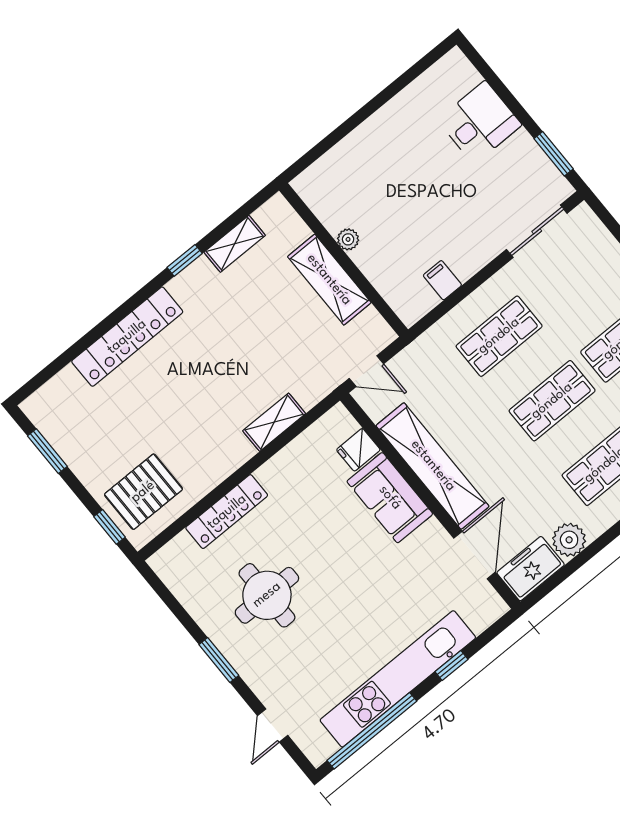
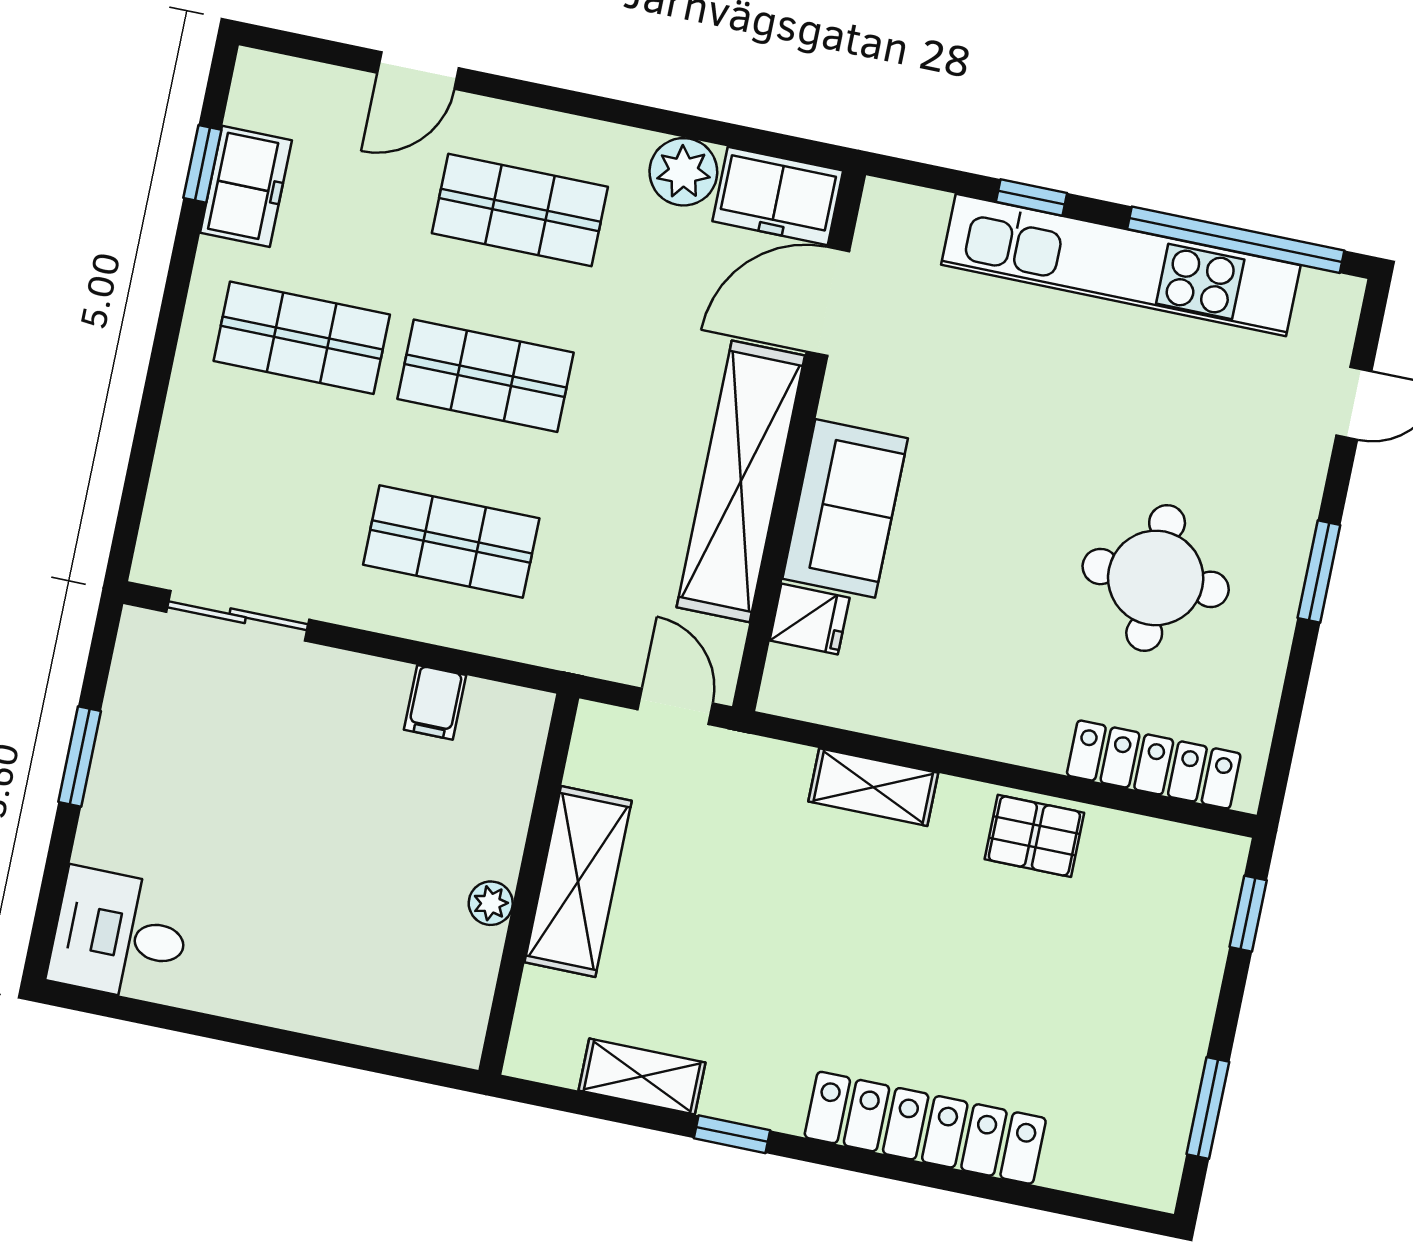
desk: (479, 122) -> (120, 935), moved
window: (554, 154) -> (80, 757), moved
pallet: (143, 492) -> (1034, 836), moved, width x0.67, depth x0.71
locker: (227, 512) -> (1154, 764), moved

